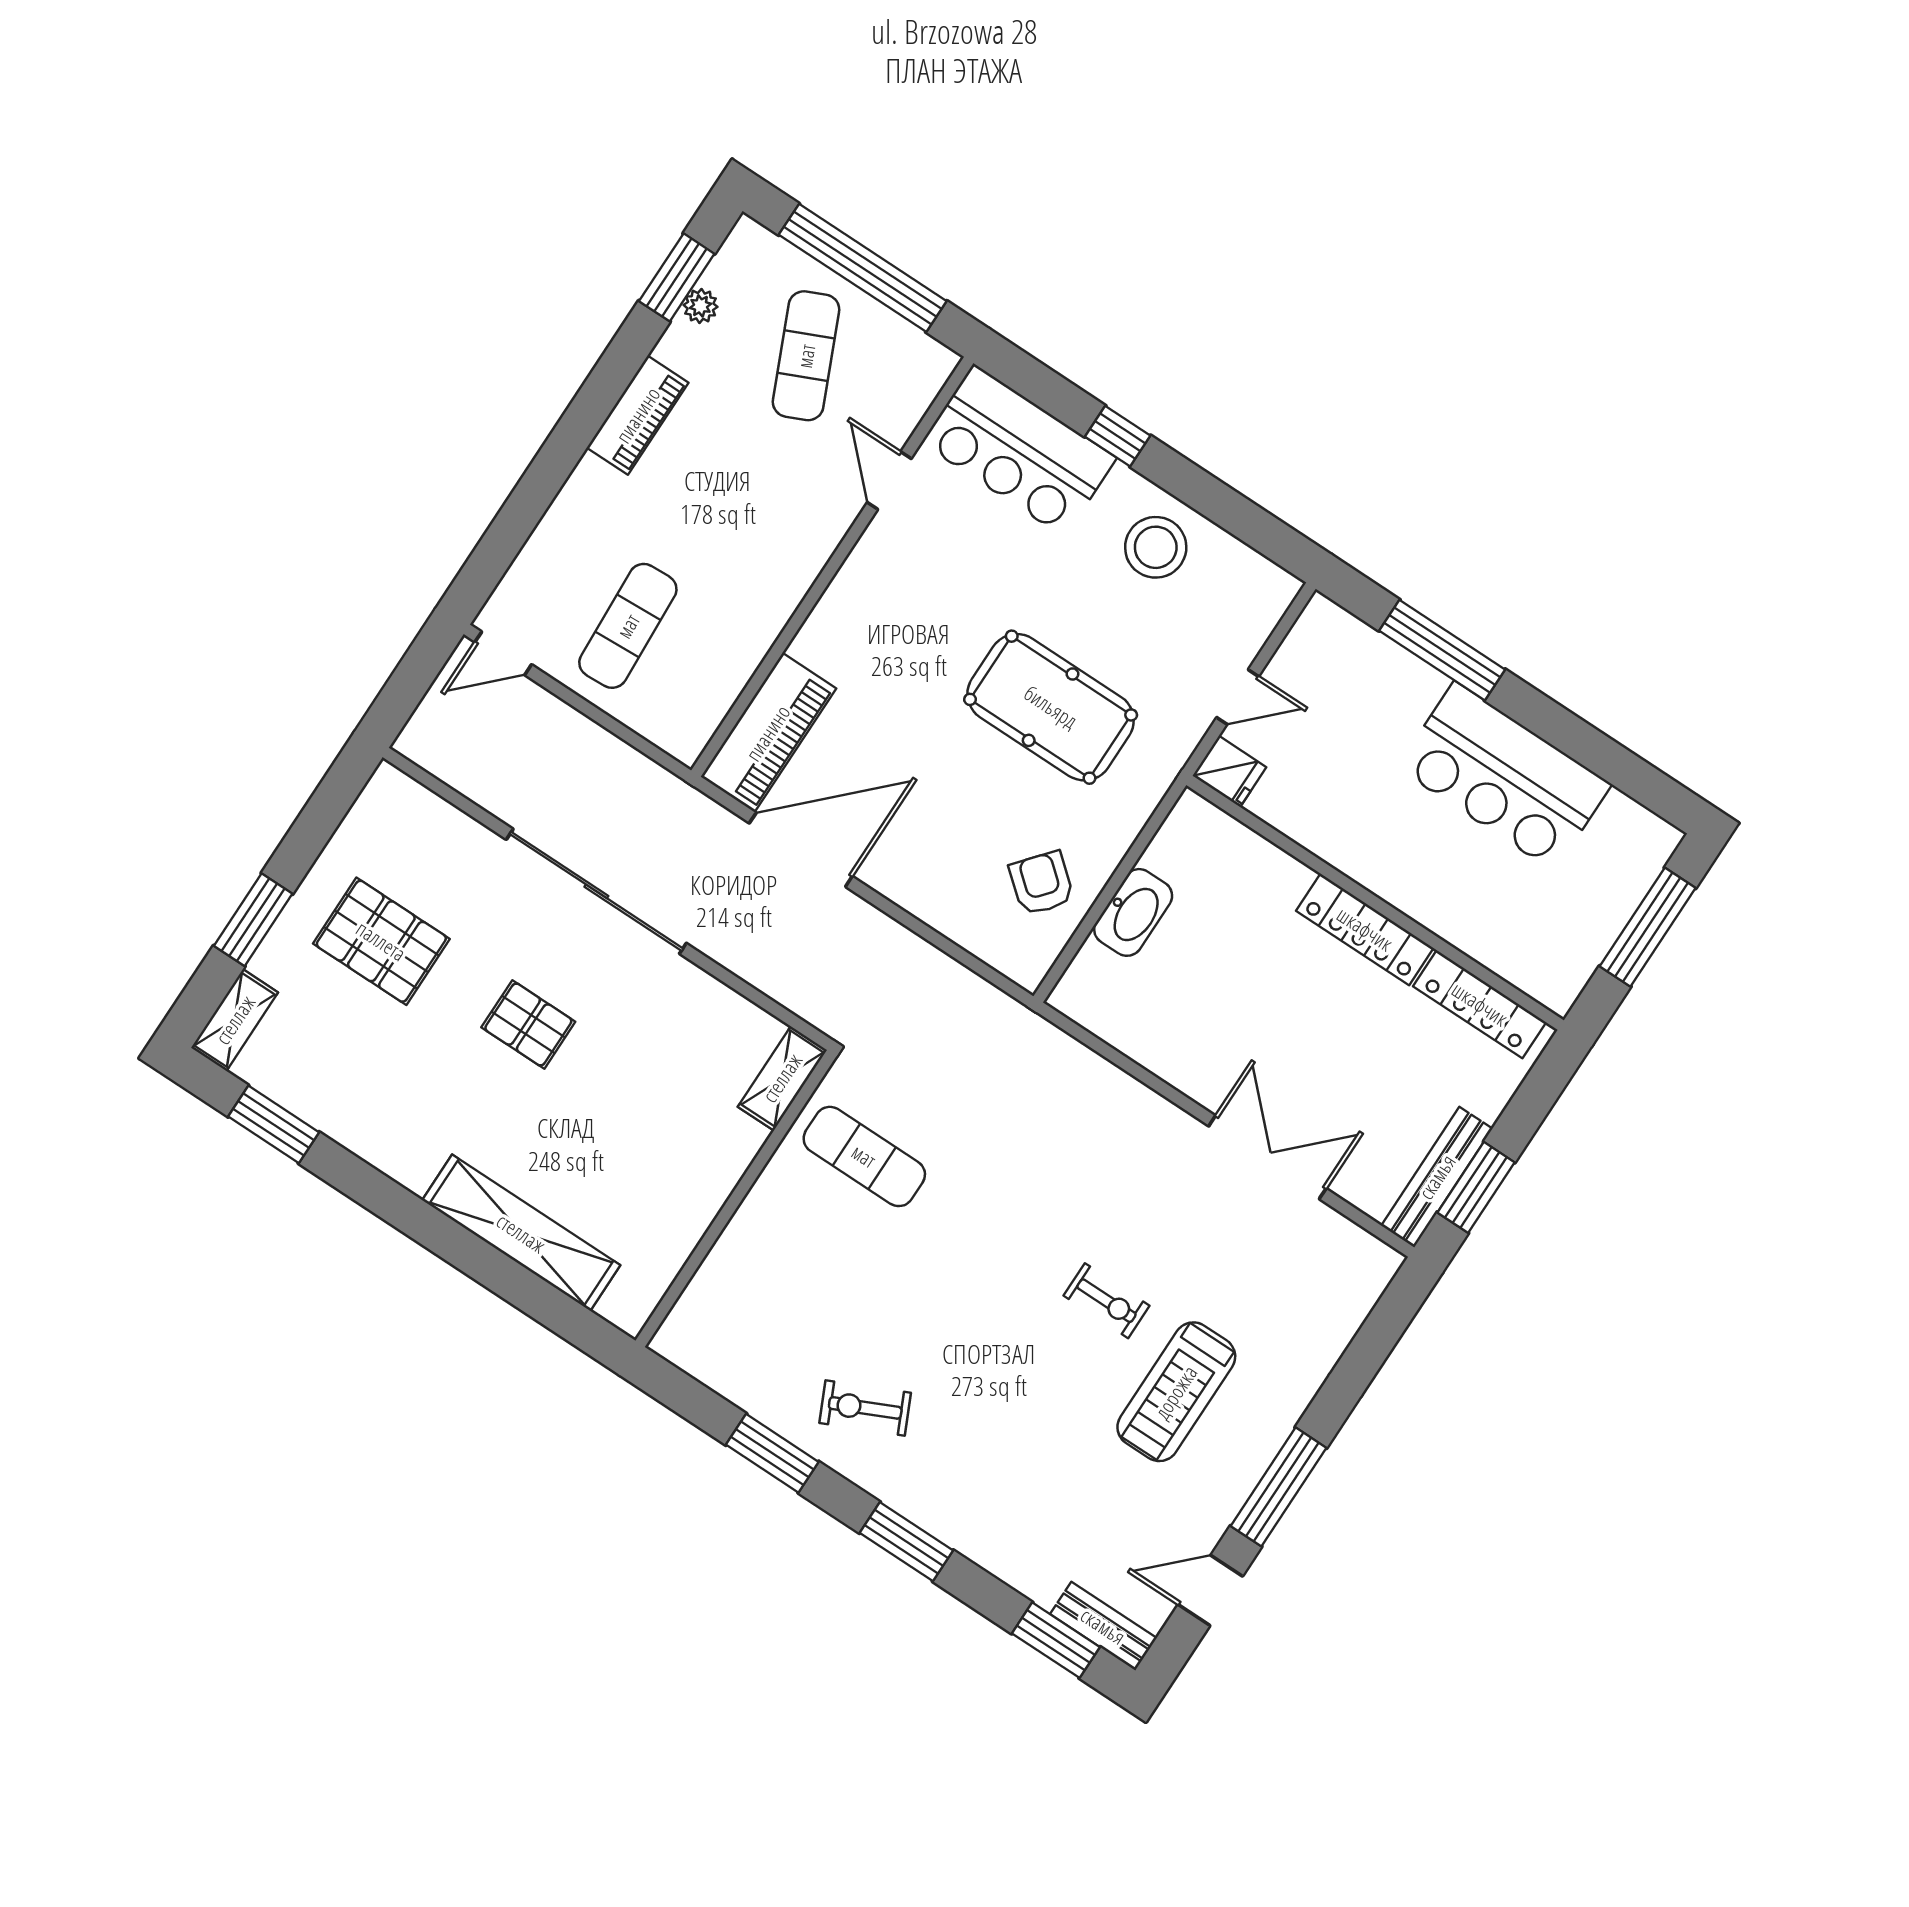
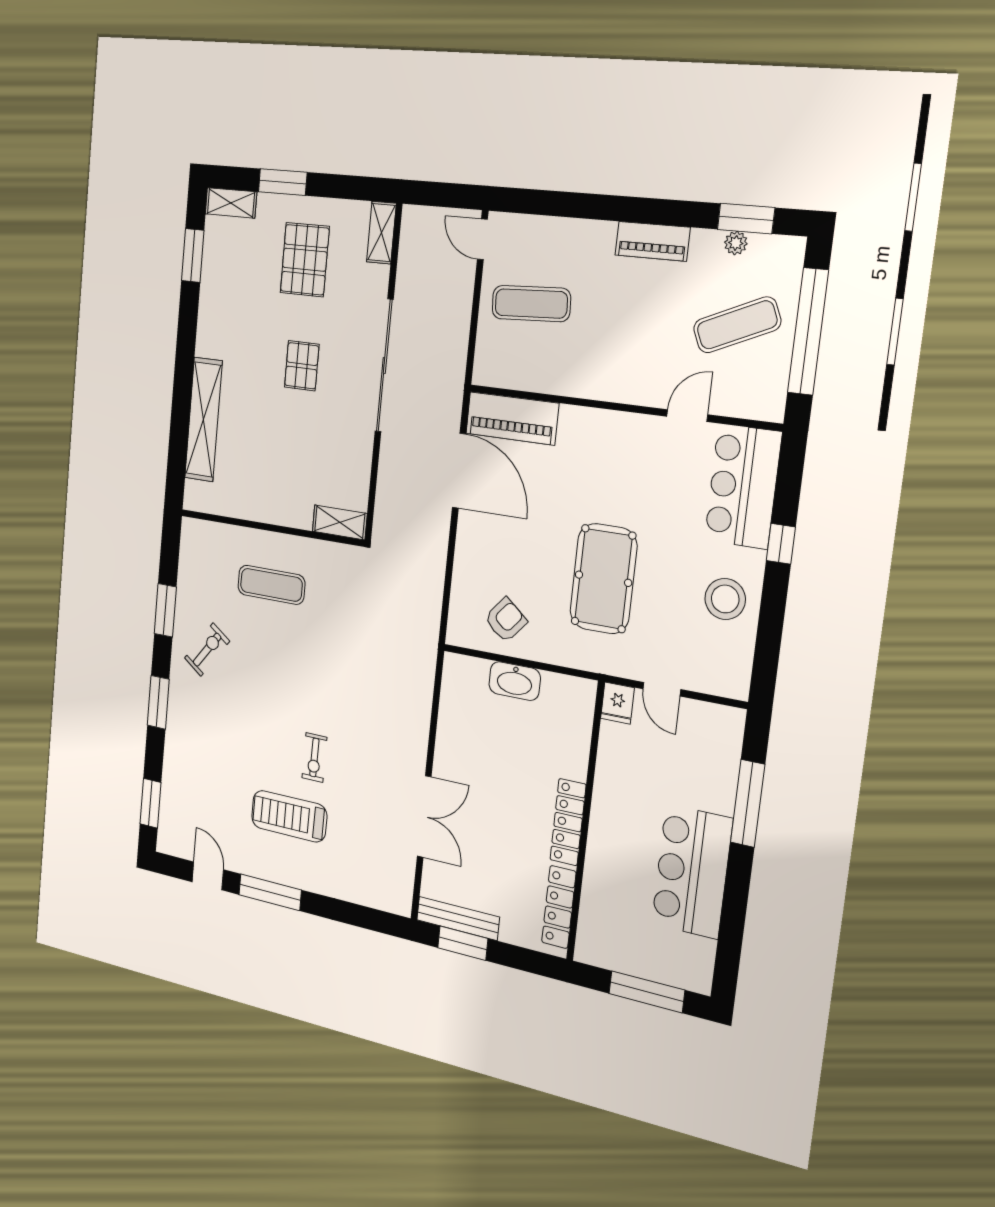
shelving: (410, 801) -> (381, 233), added
exercise mat: (864, 1156) -> (271, 585), moved, turned 90
exercise bike: (865, 1408) -> (207, 650), turned 61
bench: (1103, 1626) -> (167, 826), removed

